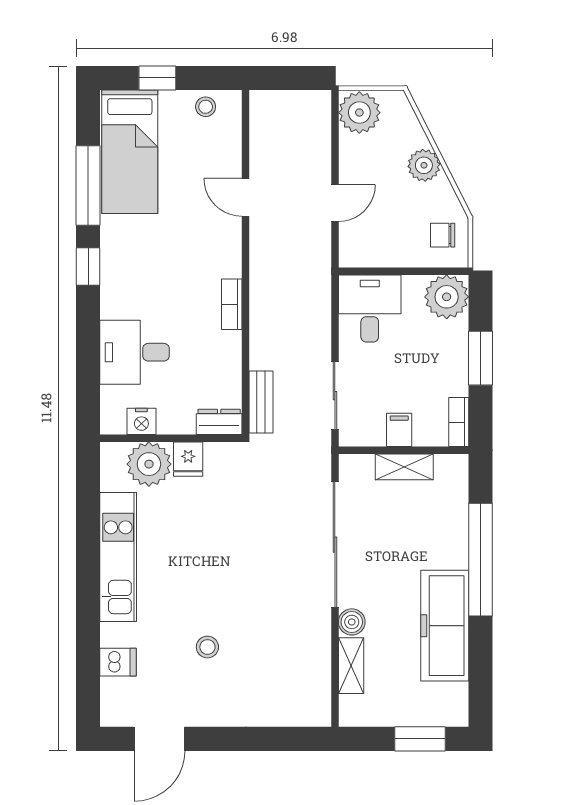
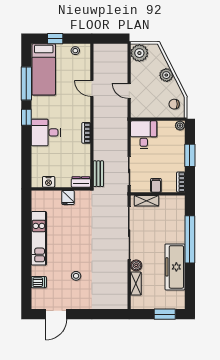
door: (335, 203) -> (129, 91), swing flipped
plant: (447, 297) -> (180, 126), width x0.53, depth x0.53
desk: (135, 352) -> (46, 132), moved
plant: (149, 464) -> (52, 200), removed
shelving: (404, 467) -> (147, 201), moved

